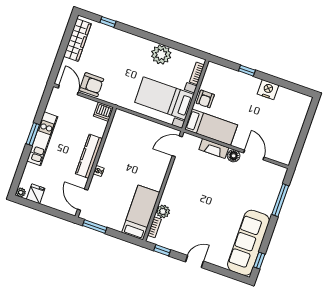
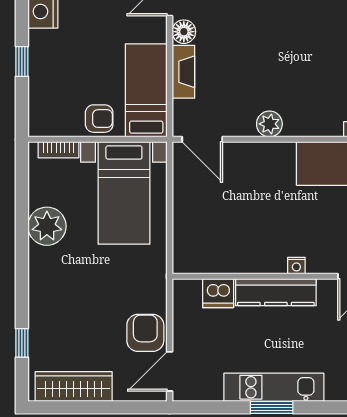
dishwasher: (103, 112) -> (218, 293), moved, turned 90
plant: (163, 211) -> (269, 124), moved

